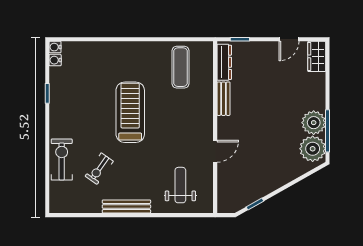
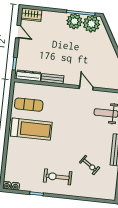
treadmill: (130, 112) -> (31, 129), moved, turned 180
exercise bike: (62, 159) -> (58, 177), moved

